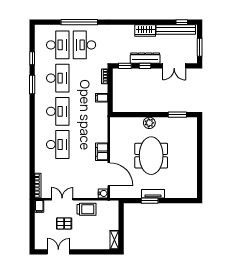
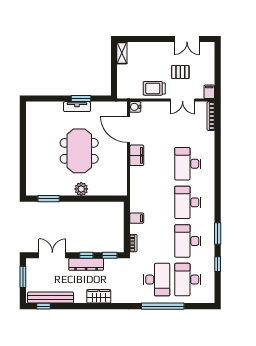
wardrobe: (145, 31) -> (99, 296), moved

